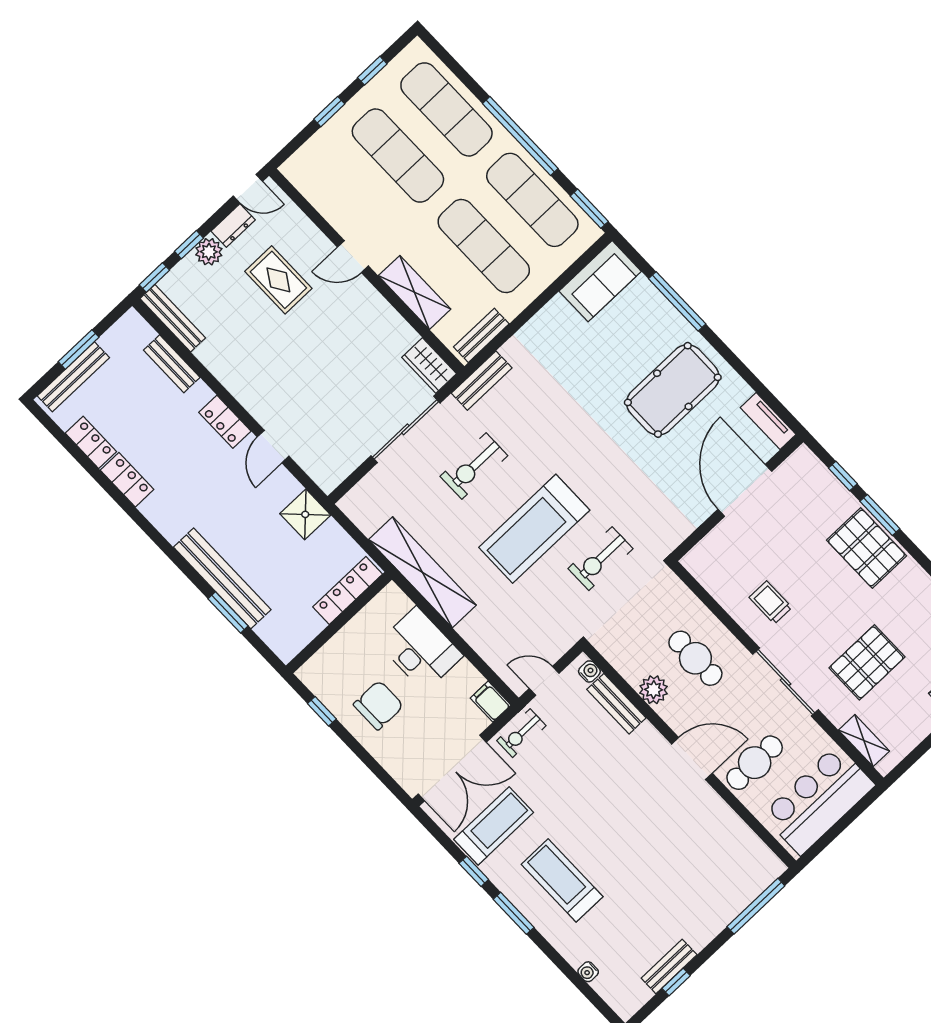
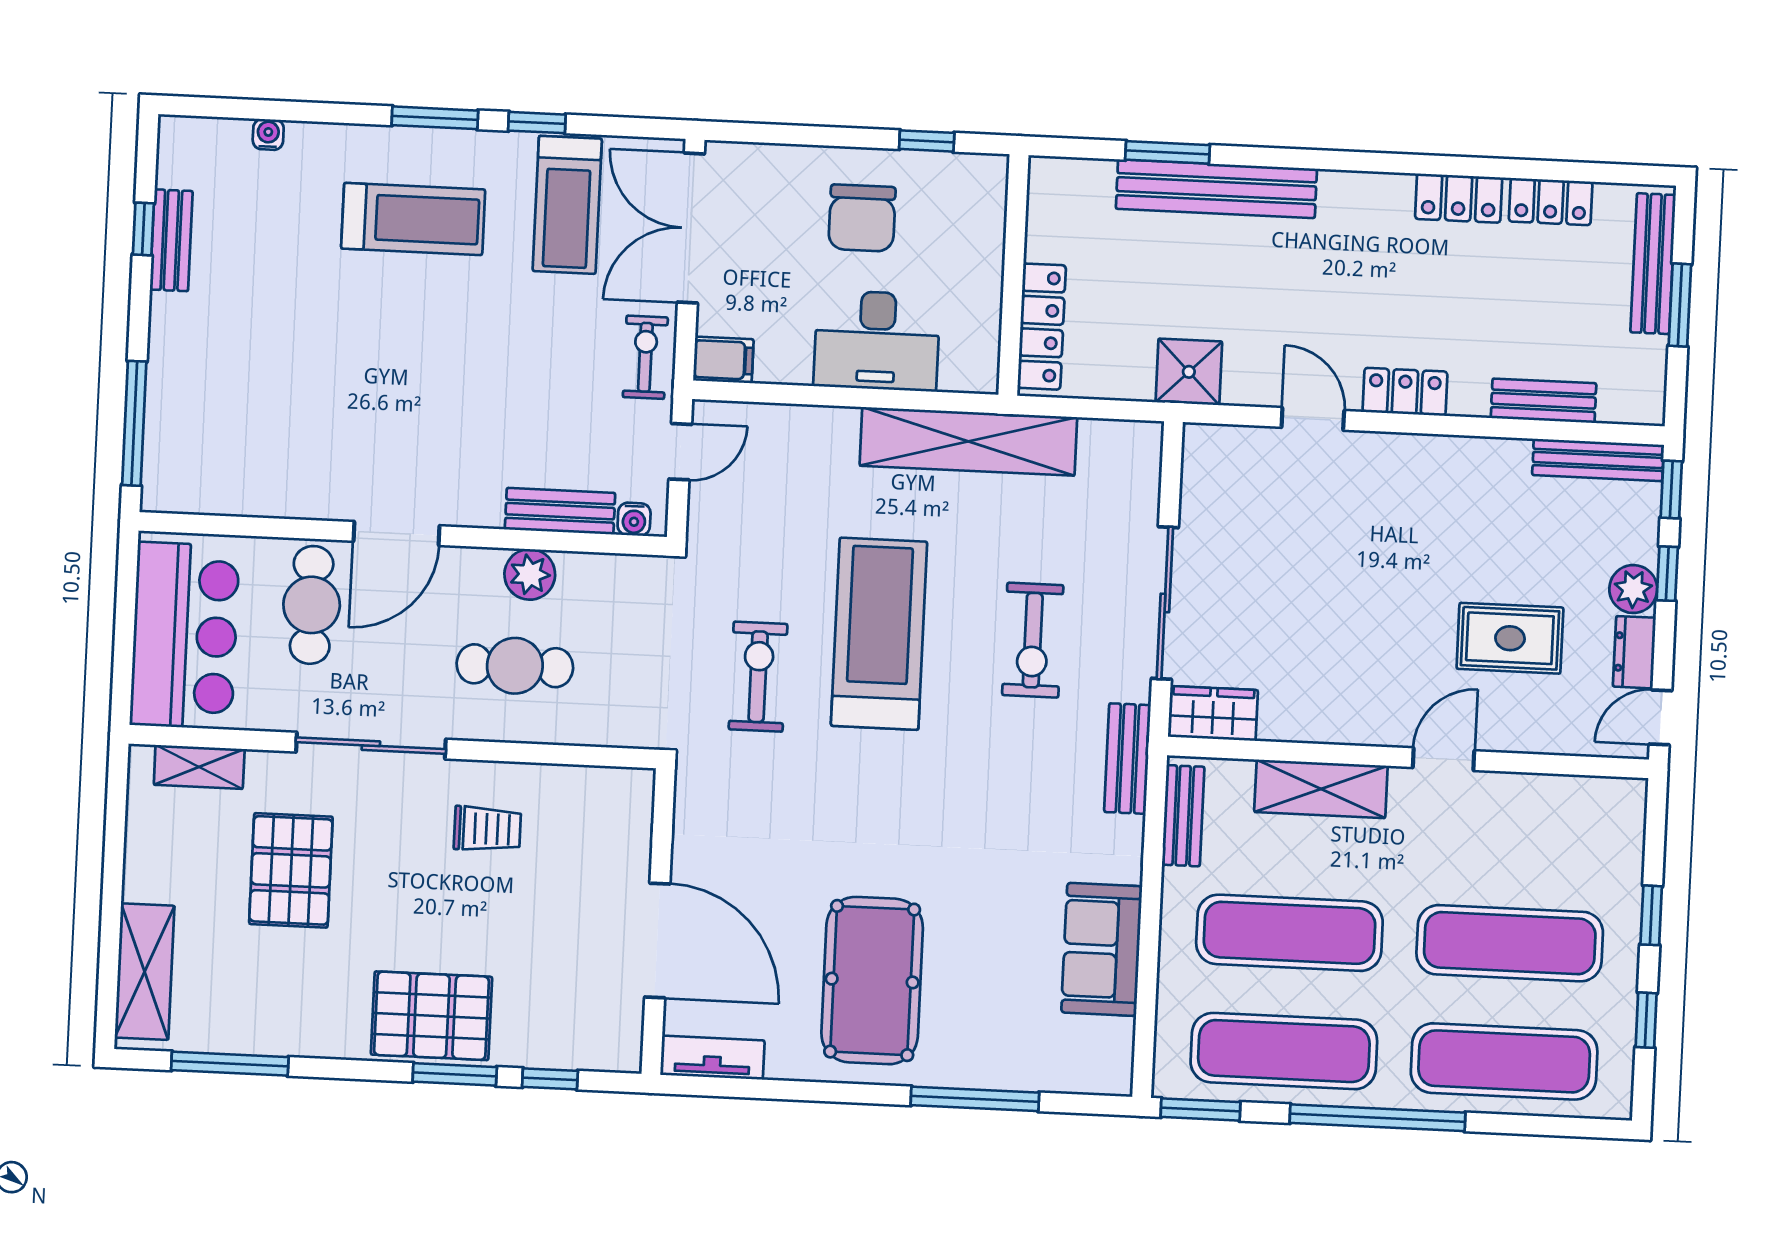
sofa: (600, 281) -> (1102, 949), moved
exercise bike: (474, 466) -> (1033, 640), turned 180

